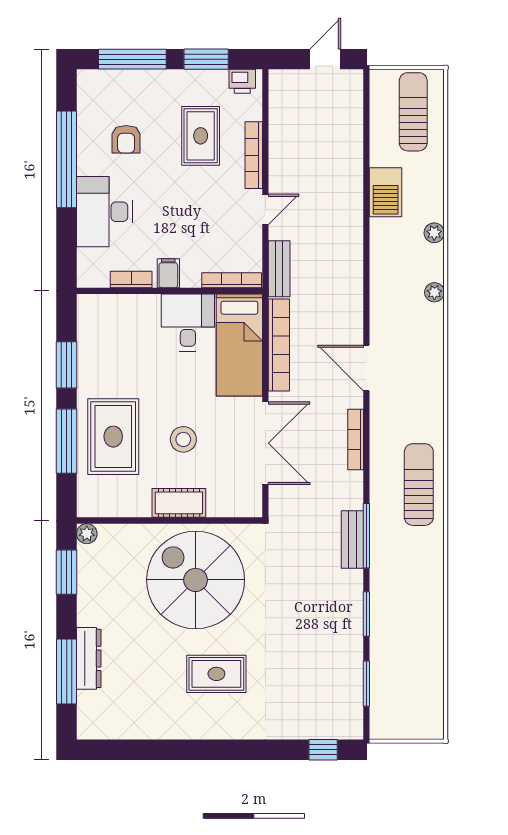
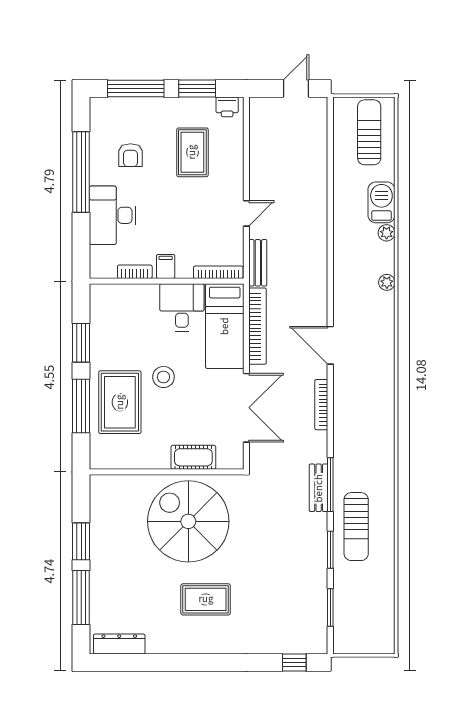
bookcase: (254, 155) -> (237, 168), removed
barbecue: (386, 192) -> (381, 202), moved, turned 180
stool: (183, 439) -> (163, 377), moved
sun lounger: (419, 485) -> (356, 527), moved, turned 180
cot: (179, 503) -> (193, 457), moved
plant: (87, 534) -> (98, 483), removed
window: (67, 572) -> (81, 541), moved
dresser: (89, 658) -> (119, 644), moved, turned -90

